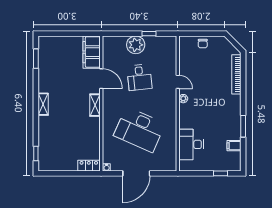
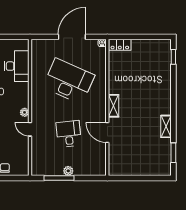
window: (149, 34) -> (59, 178), width x2.17
plant: (136, 45) -> (68, 171), width x0.53, depth x0.53
filing cabinet: (92, 52) -> (117, 159), removed
shelving: (43, 104) -> (166, 126), moved

